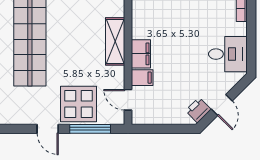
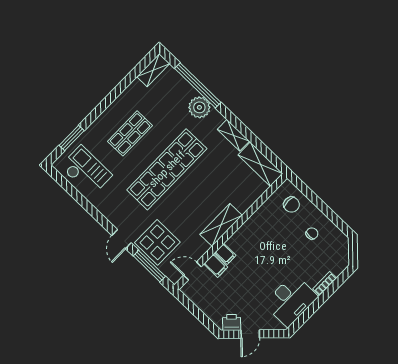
filing cabinet: (141, 54) -> (225, 254), width x0.50
desk: (228, 54) -> (291, 300), width x1.37
door: (128, 100) -> (192, 271), hinge flipped

